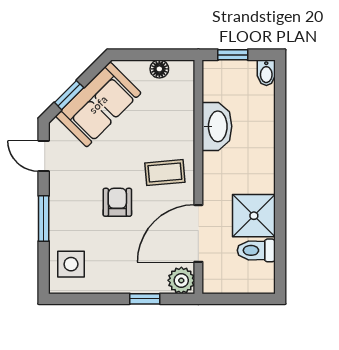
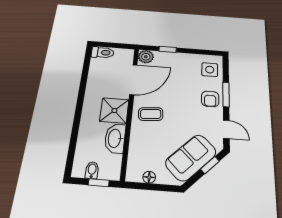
bidet: (266, 73) -> (92, 170), moved
armchair: (117, 202) -> (210, 99), moved
shower: (254, 216) -> (114, 111), moved
toilet: (256, 250) -> (103, 52), moved

